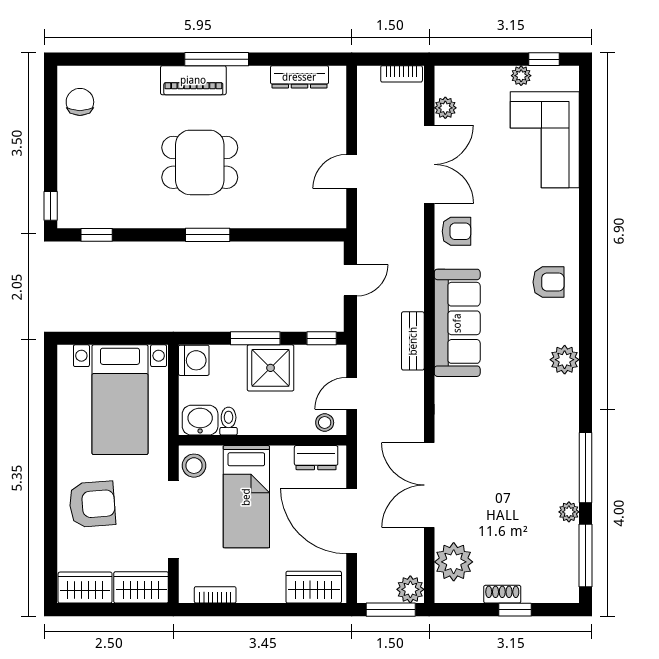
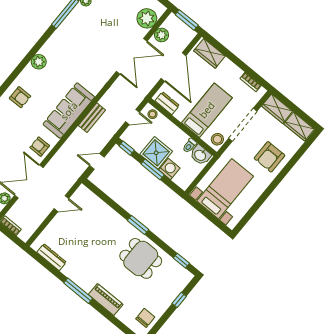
piano: (193, 80) -> (106, 300), moved
chair: (80, 102) -> (145, 318), turned 180
dining table: (200, 162) -> (141, 258), moved
window: (51, 206) -> (179, 300), moved
armchair: (549, 282) -> (20, 97), turned 180
washing machine: (194, 360) -> (169, 169), moved, turned 90
armchair: (92, 504) -> (269, 157), turned -86
plant: (410, 589) -> (161, 35), moved

